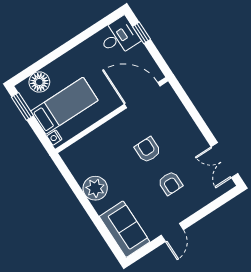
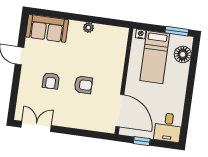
window: (142, 33) -> (142, 141), moved
door: (142, 95) -> (120, 111), hinge flipped
armchair: (170, 183) -> (51, 81), turned -90
plant: (95, 188) -> (88, 28), width x0.53, depth x0.53

